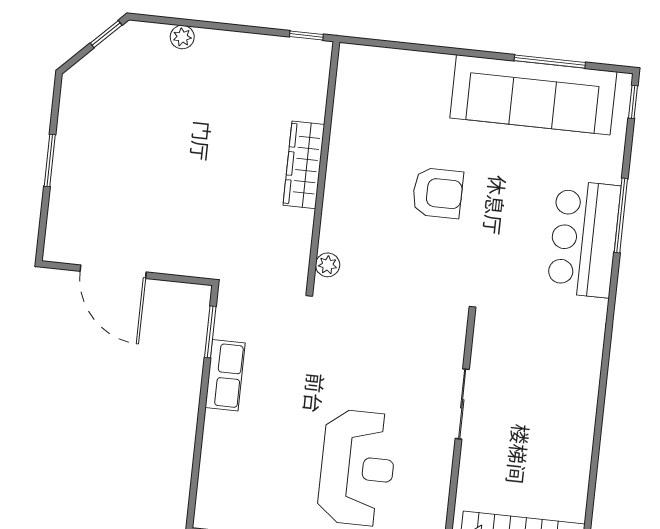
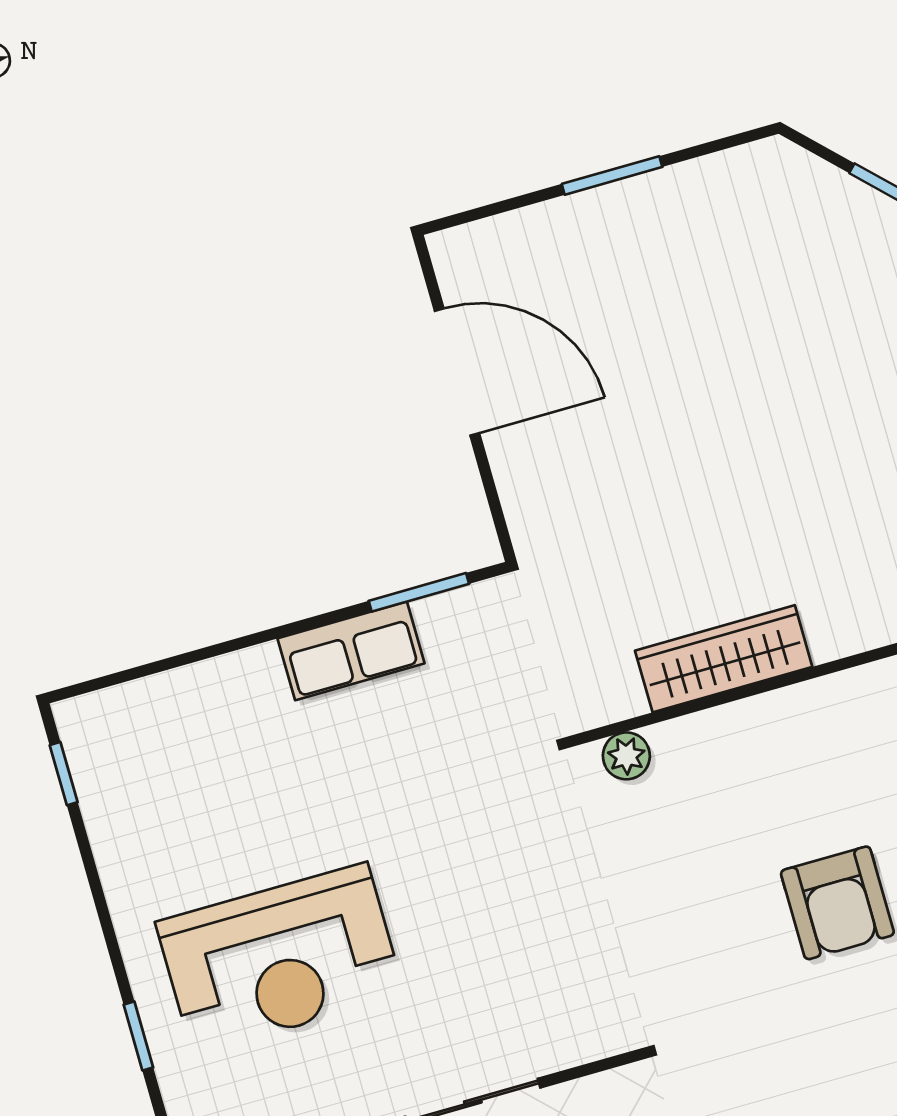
wardrobe: (304, 165) -> (724, 659), moved
door: (113, 272) -> (457, 372), swing flipped

